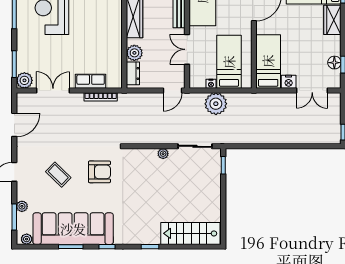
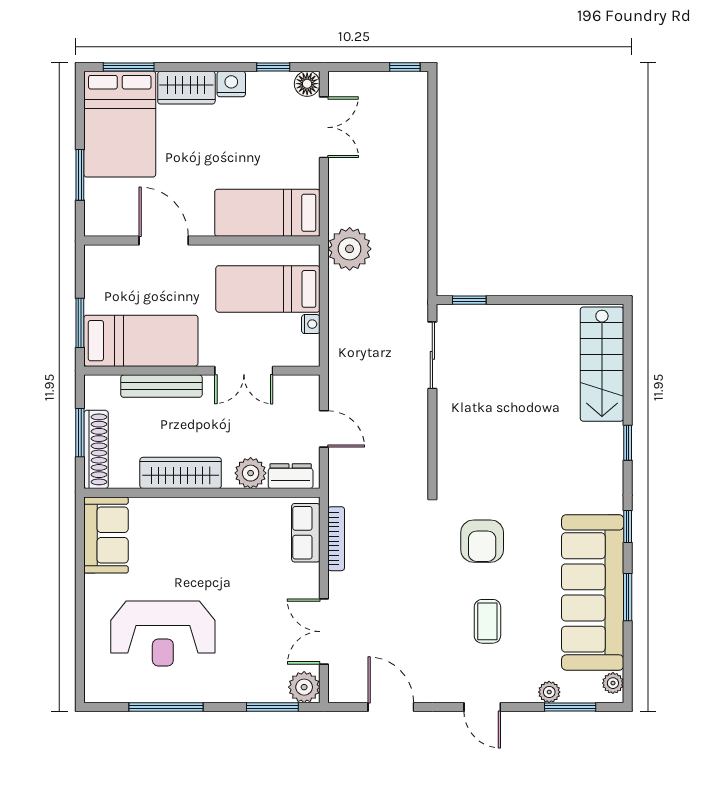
floor lamp: (334, 63) -> (307, 84), moved
row of seats: (91, 81) -> (306, 533), moved
nightstand: (289, 82) -> (231, 84), moved, turned -90
door: (173, 91) -> (324, 429), moved
plant: (216, 104) -> (350, 249), moved
plant: (163, 154) -> (447, 417), removed
armchair: (99, 172) -> (482, 541), turned 180
coffee table: (58, 175) -> (487, 621), turned -44

